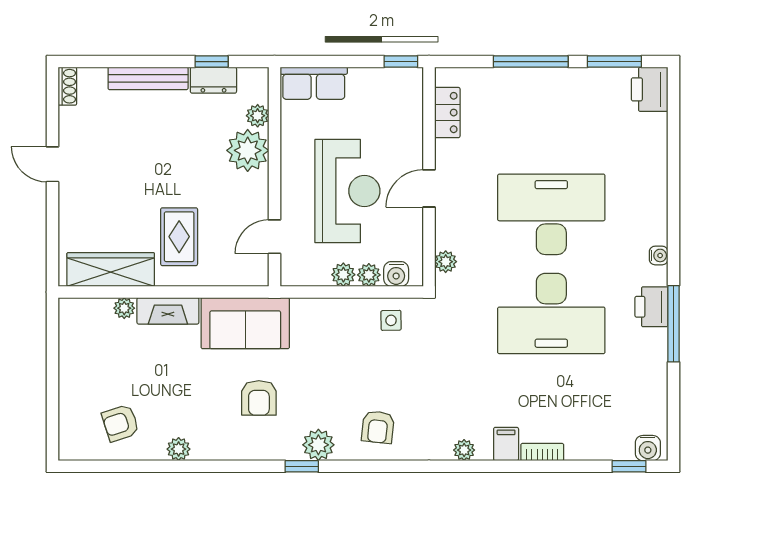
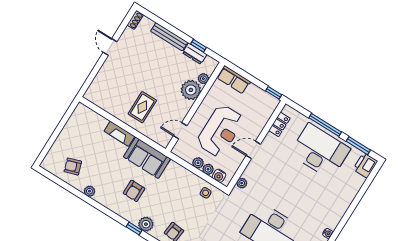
desk: (551, 214) -> (320, 151), moved
wardrobe: (111, 269) -> (107, 103), removed
plant: (124, 308) -> (103, 122), removed

